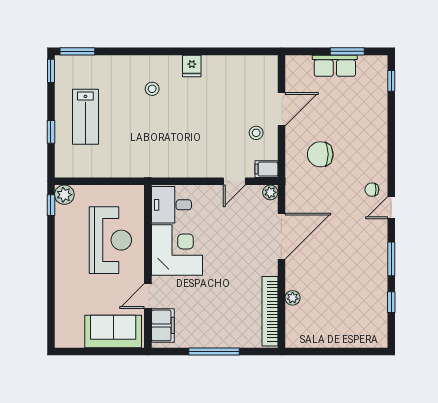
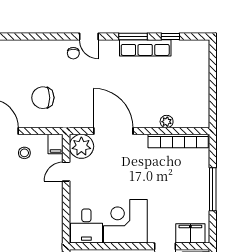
chair: (320, 154) -> (43, 98), turned 90
door: (234, 181) -> (66, 172), swing flipped
plant: (270, 192) -> (81, 146), width x1.88, depth x1.88
row of seats: (378, 273) -> (145, 48), added

